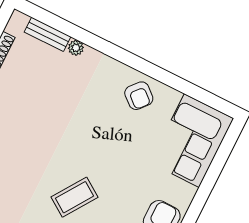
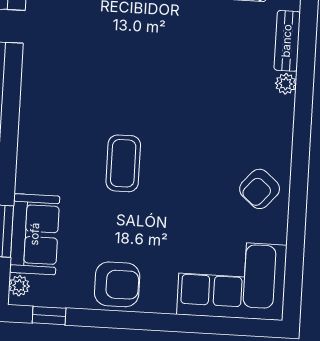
coffee table: (74, 197) -> (123, 163), moved, turned 56

